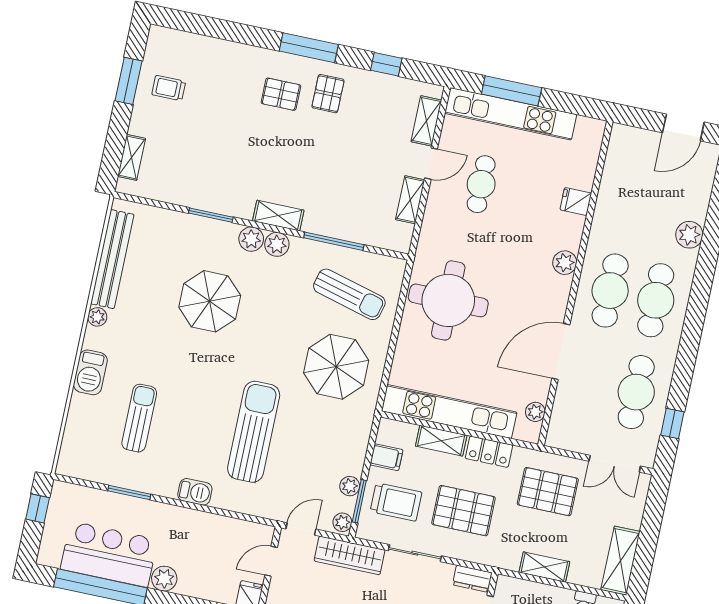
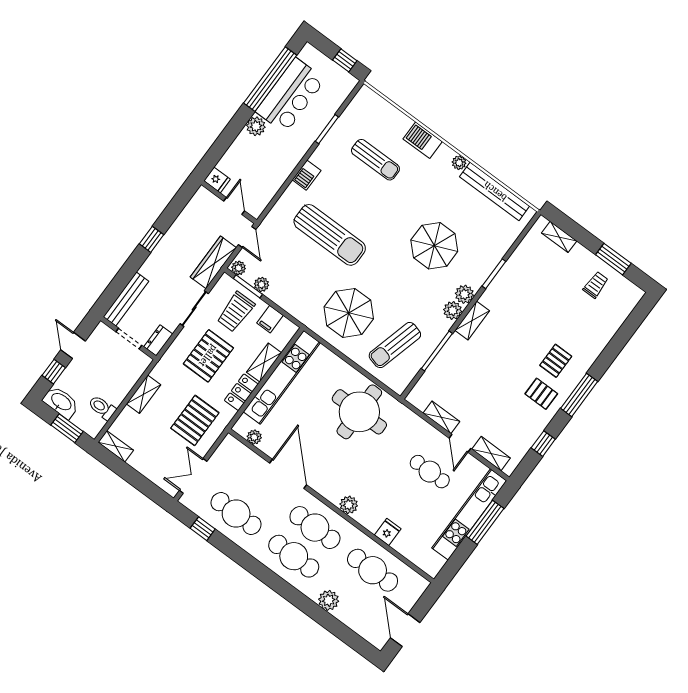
cafe table: (630, 199) -> (373, 570), added
shelving: (620, 561) -> (116, 446), width x0.67, depth x0.75

